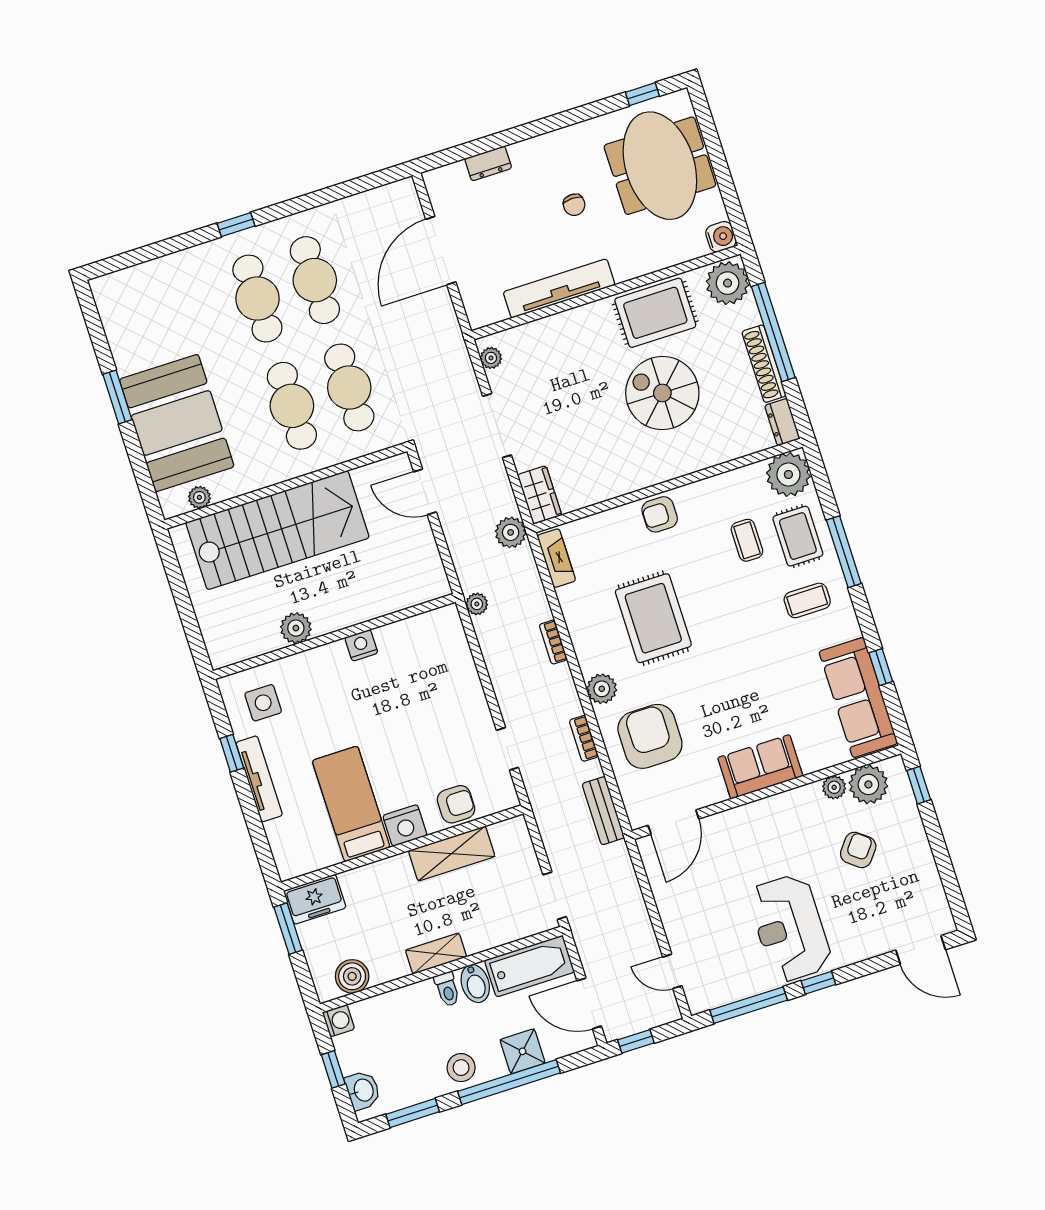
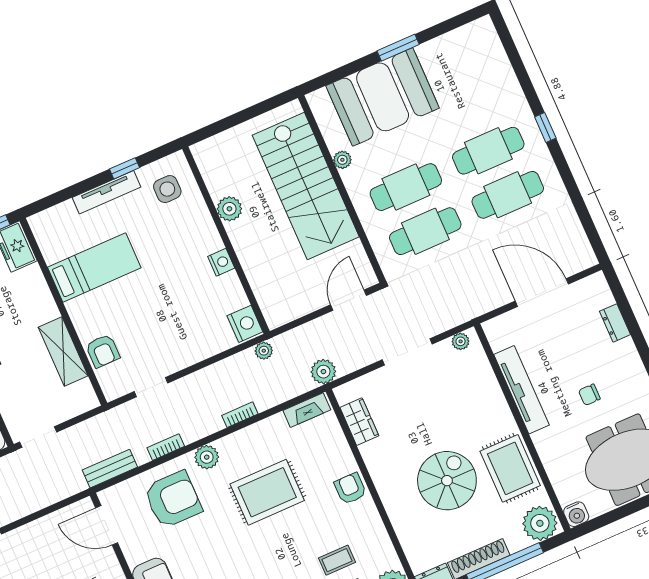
wardrobe: (540, 495) -> (359, 422), moved, turned -90
plant: (199, 497) -> (342, 160), moved
nightstand: (405, 825) -> (245, 324), moved, turned 180

